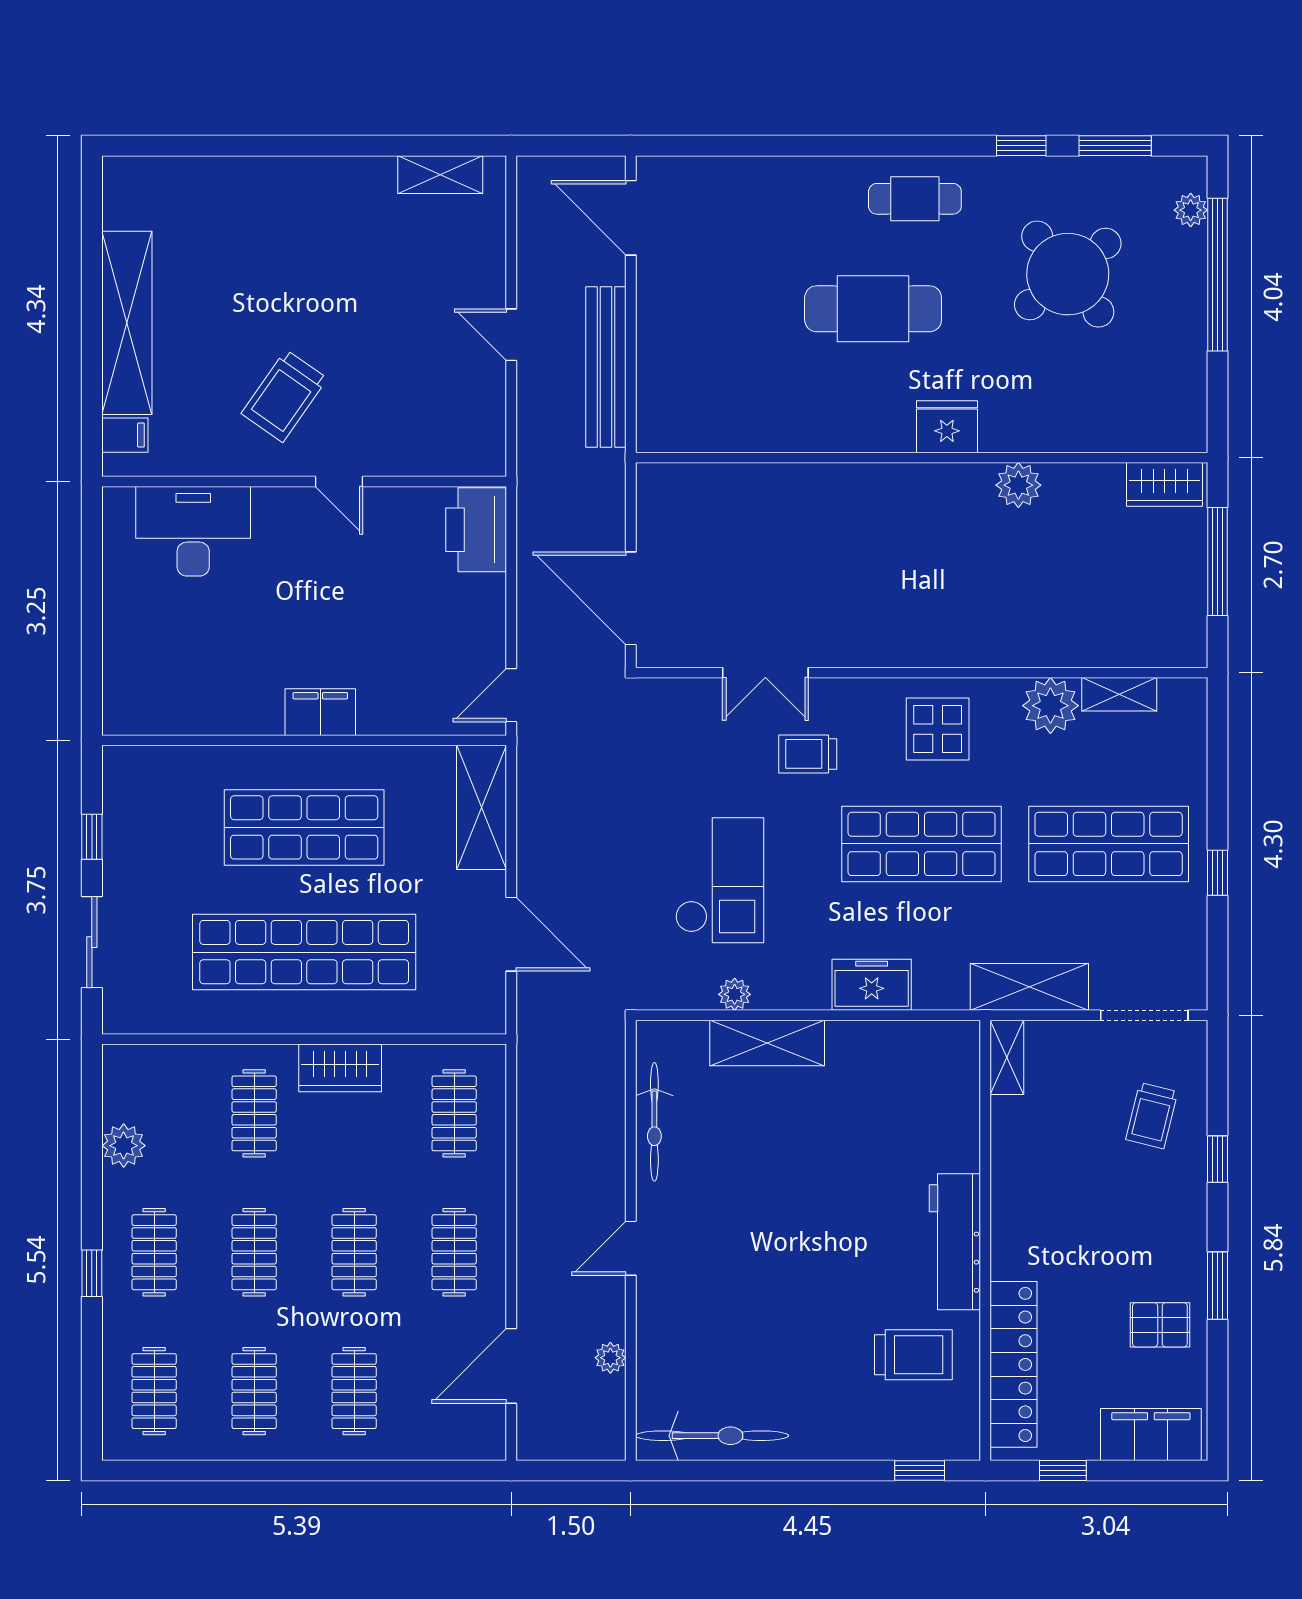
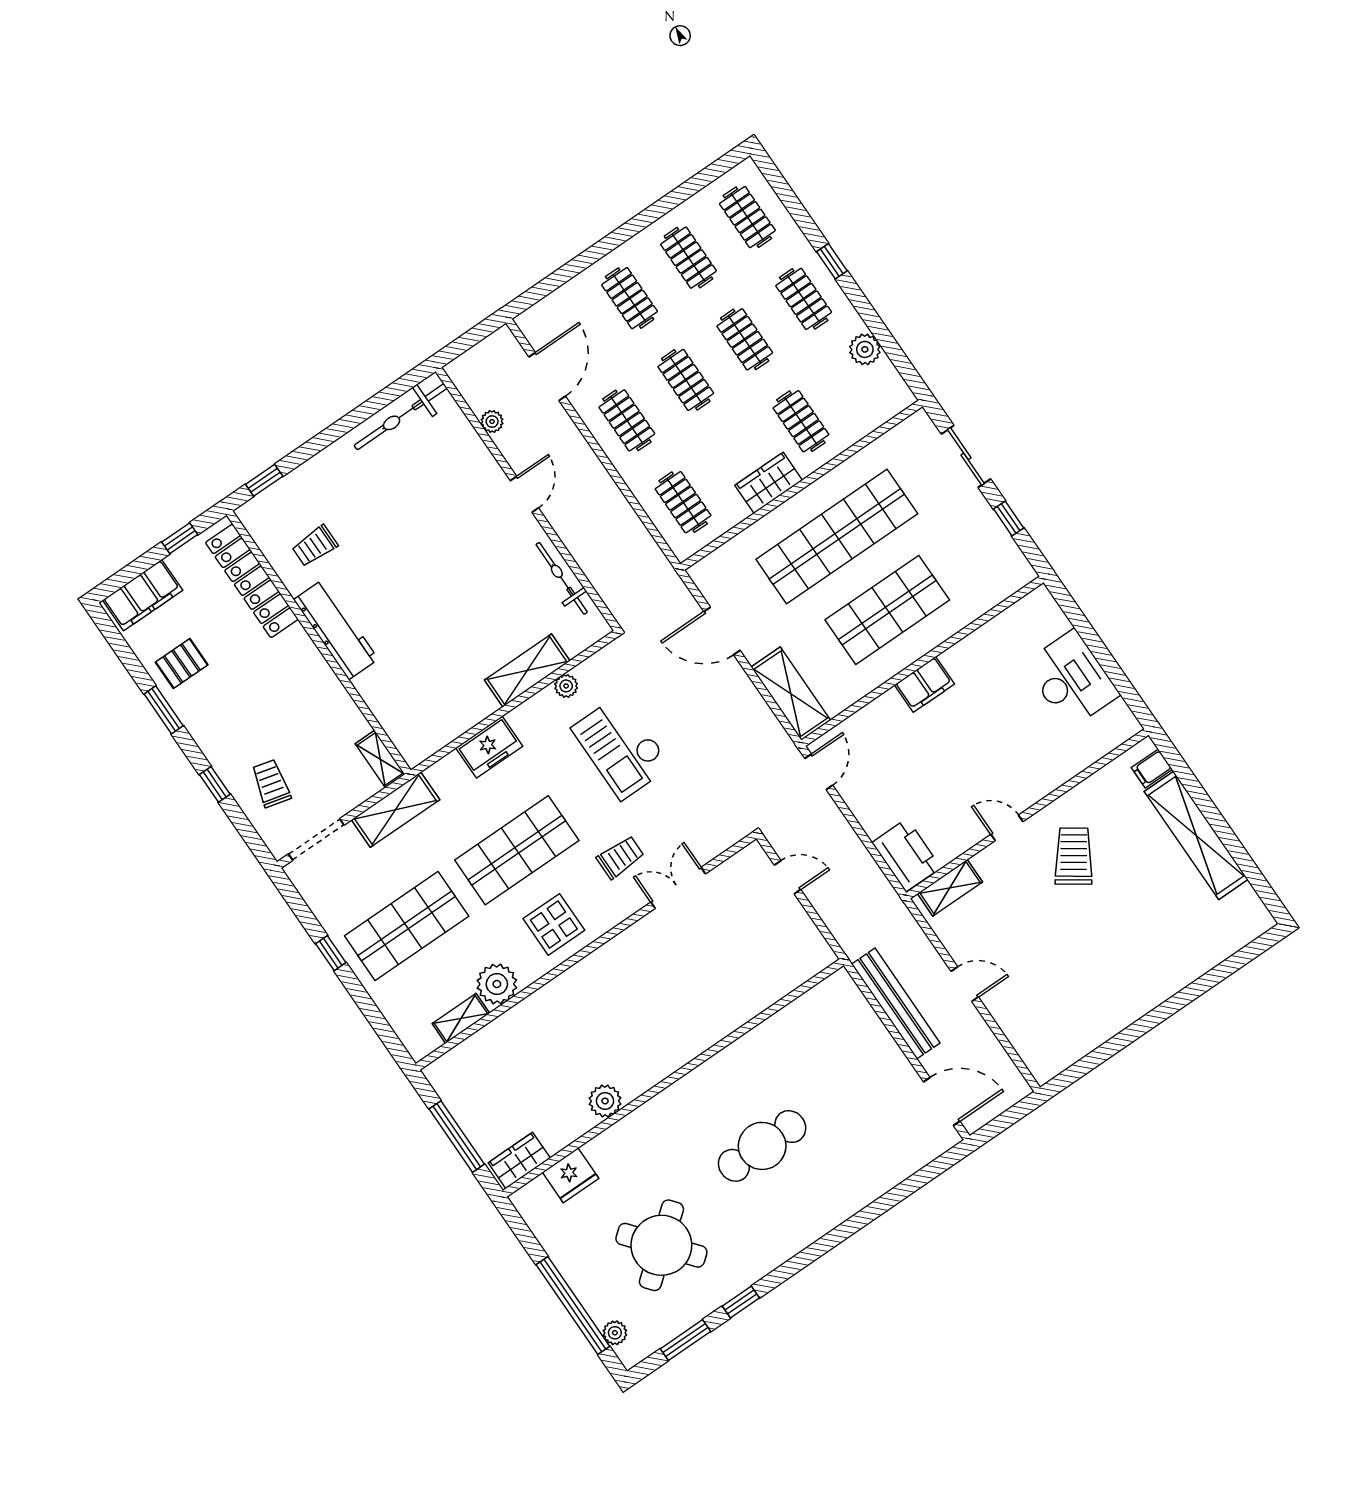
shelving: (440, 175) -> (950, 888), moved
cafe table: (915, 199) -> (782, 1228), removed
fridge: (947, 427) -> (571, 1175), moved
desk: (193, 531) -> (1072, 679), moved, turned -90
door: (631, 598) -> (788, 877), width x0.53
trolley: (913, 1355) -> (315, 546), width x0.73, depth x0.72

